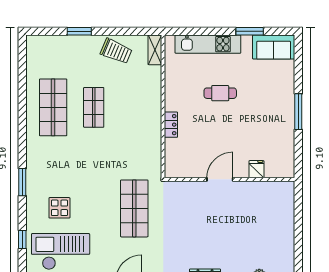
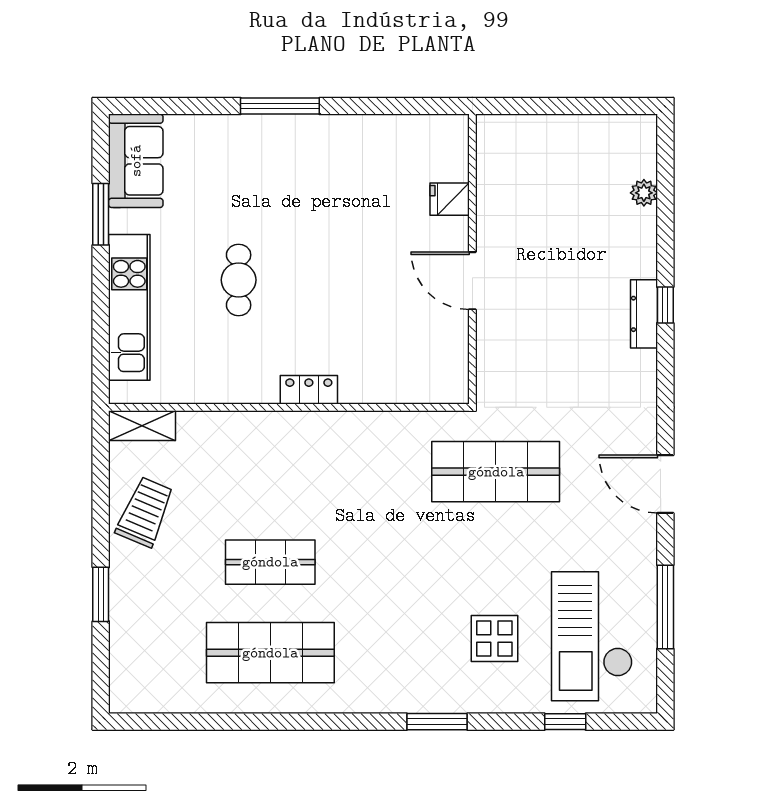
fridge: (256, 169) -> (450, 199), moved
door: (220, 179) -> (472, 281), moved
wall: (230, 179) -> (472, 259), moved

